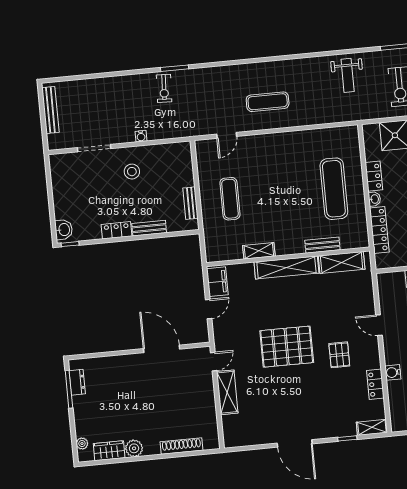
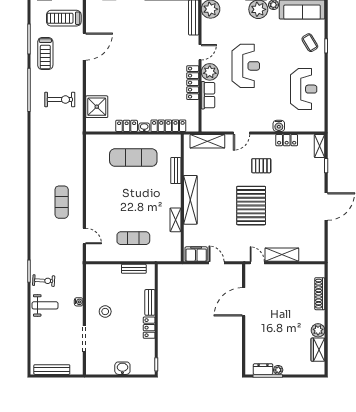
weight bench: (348, 75) -> (45, 305), moved
washbasin: (64, 230) -> (122, 368), moved
shelving: (342, 263) -> (207, 141), moved, turned 90
plant: (82, 444) -> (278, 370), moved

